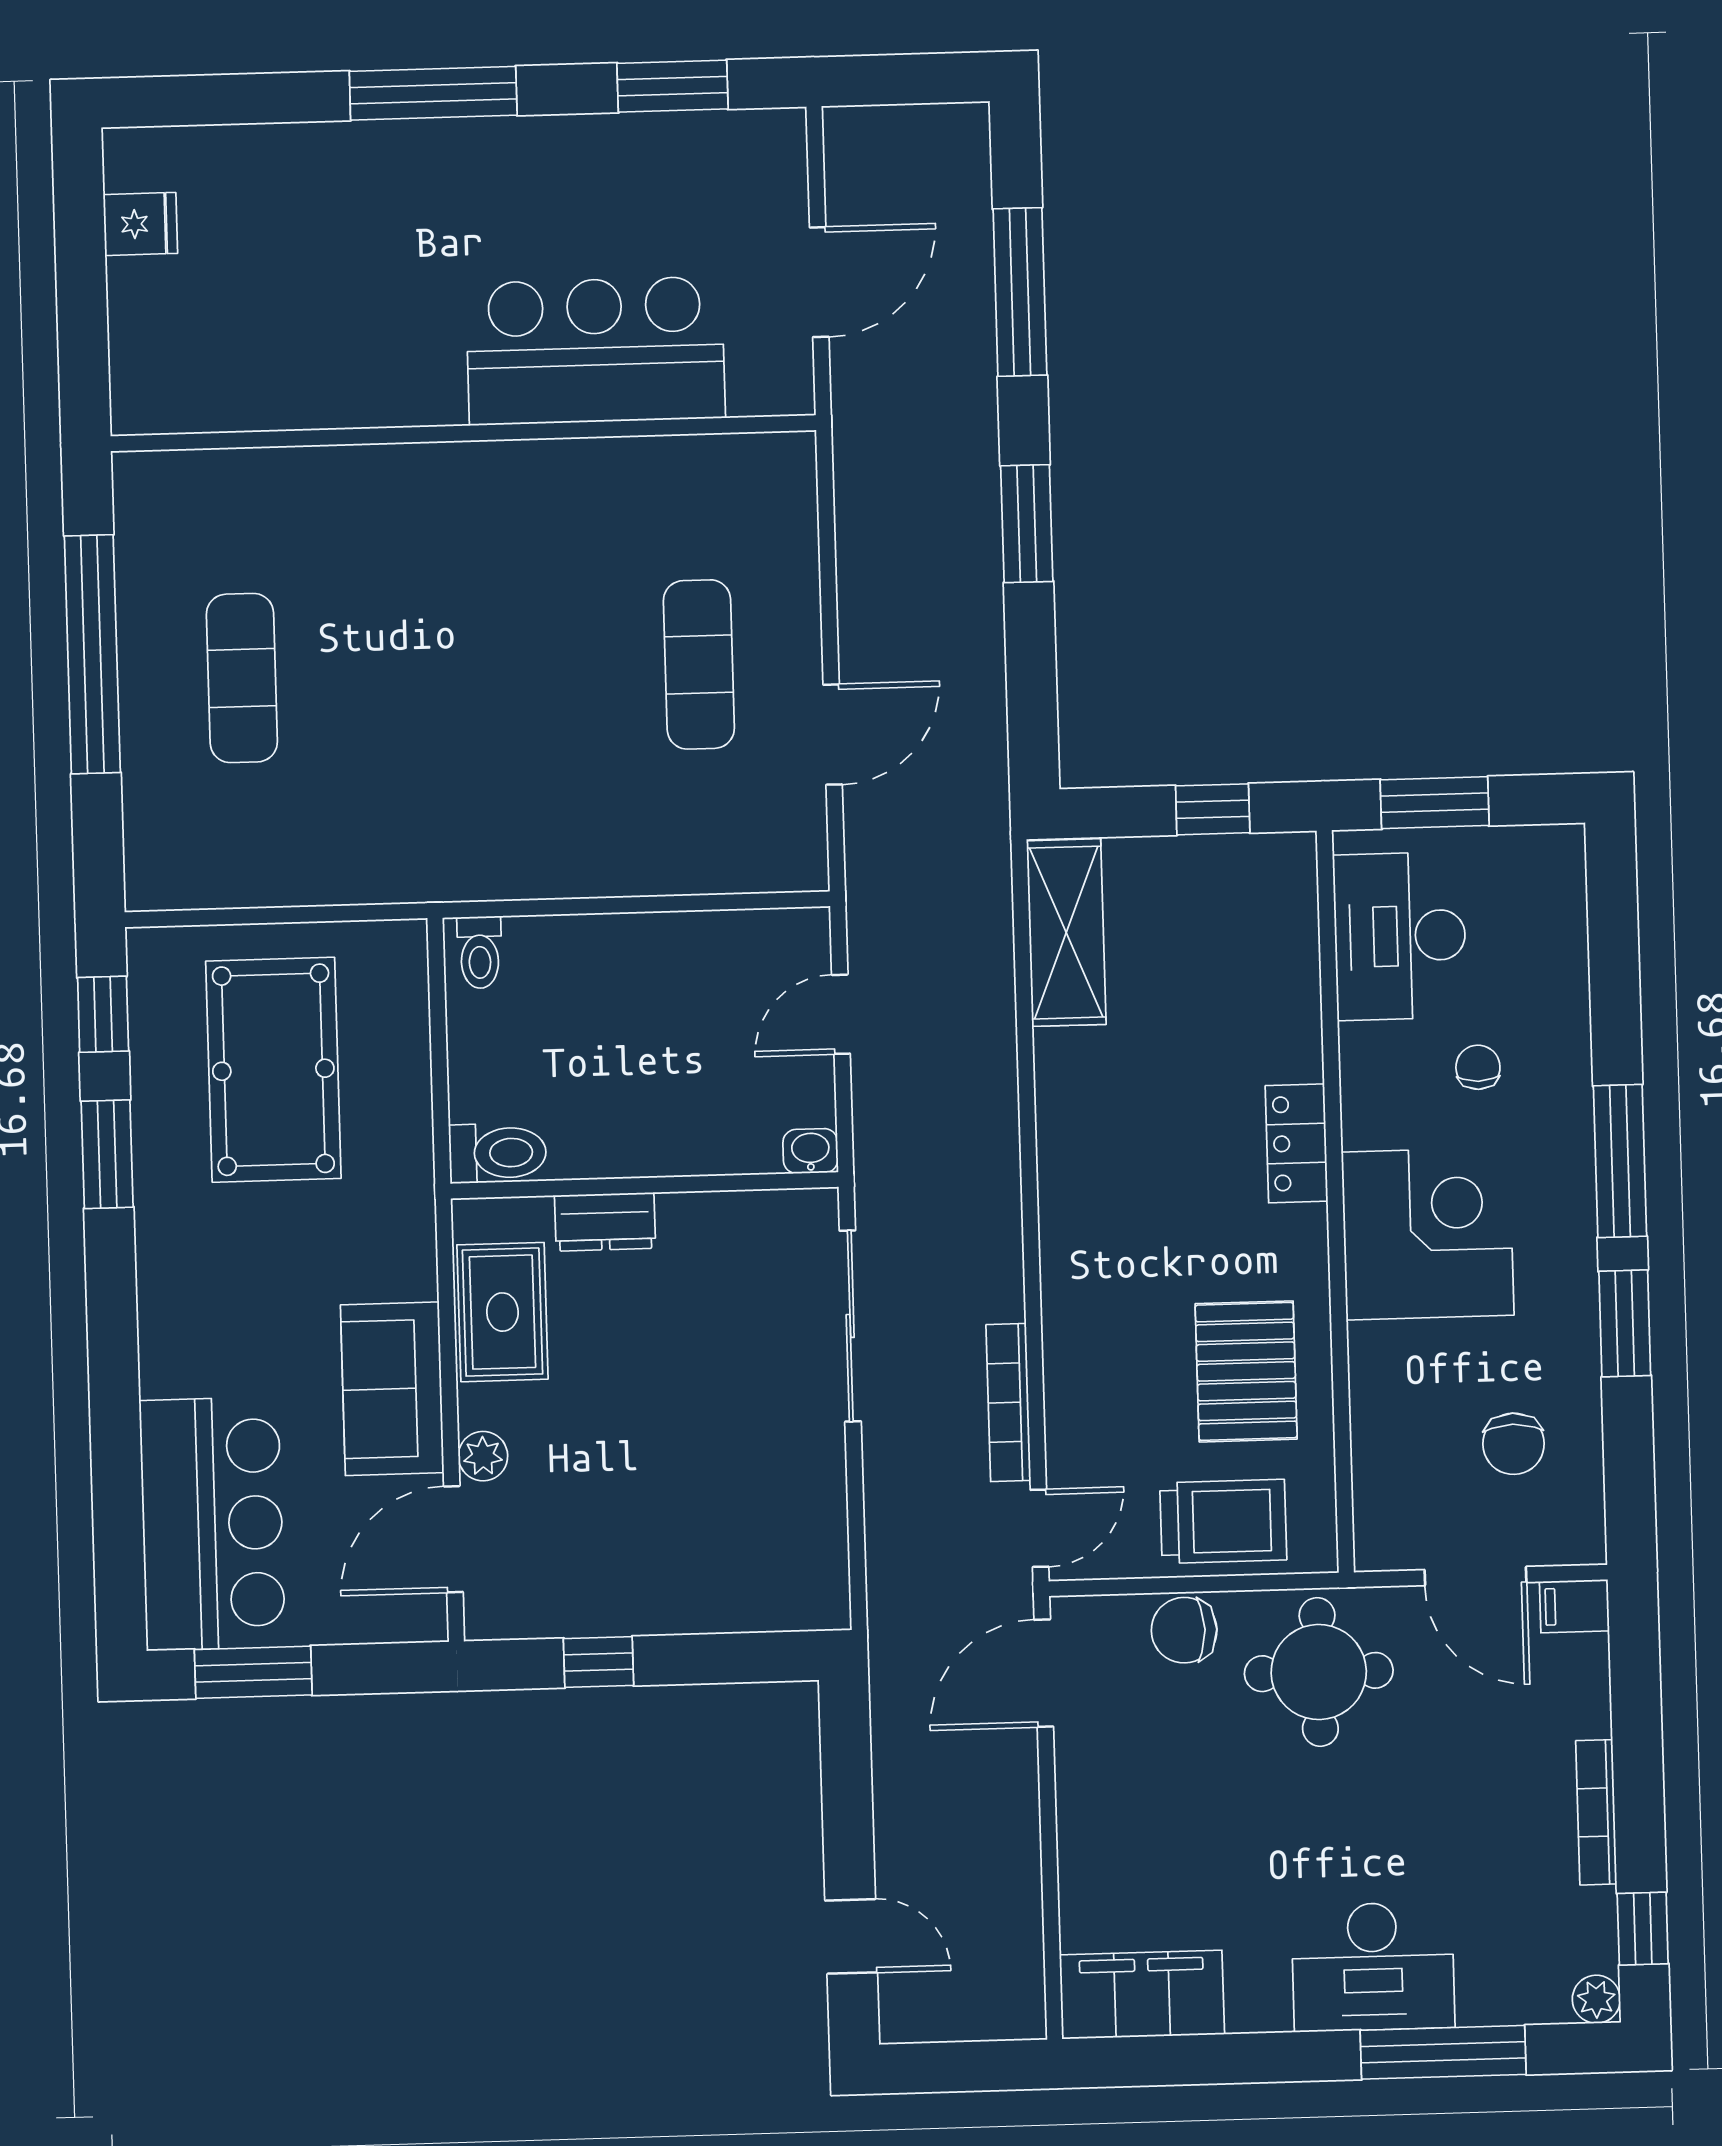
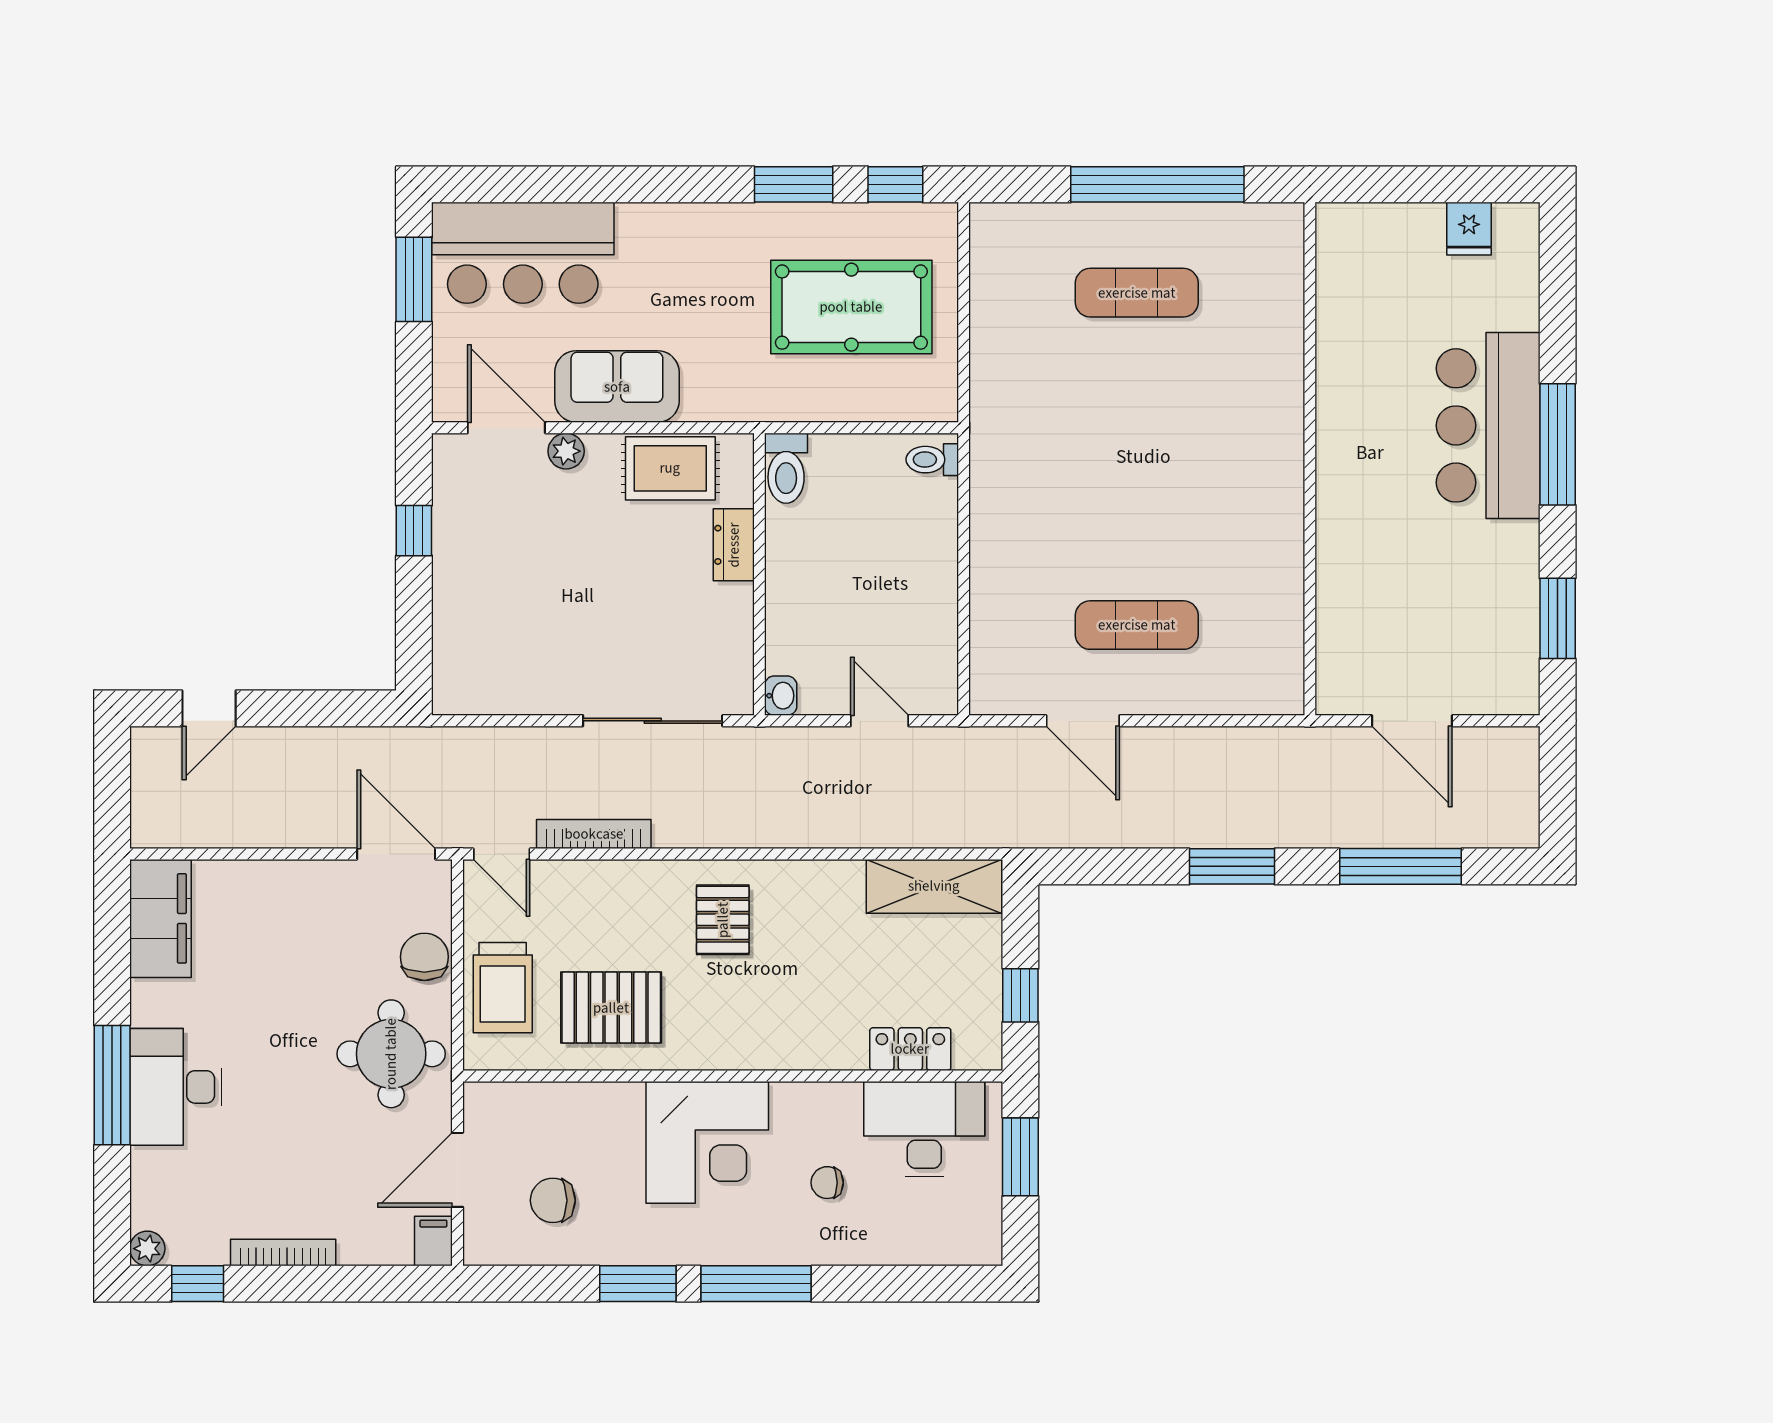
bar counter: (595, 351) -> (1488, 425), moved, turned 180
chair: (1478, 1067) -> (827, 1183), turned 180
locker: (1297, 1143) -> (910, 1049), moved
pallet: (1121, 1221) -> (723, 920), added
window: (1443, 2052) -> (112, 1085), moved

